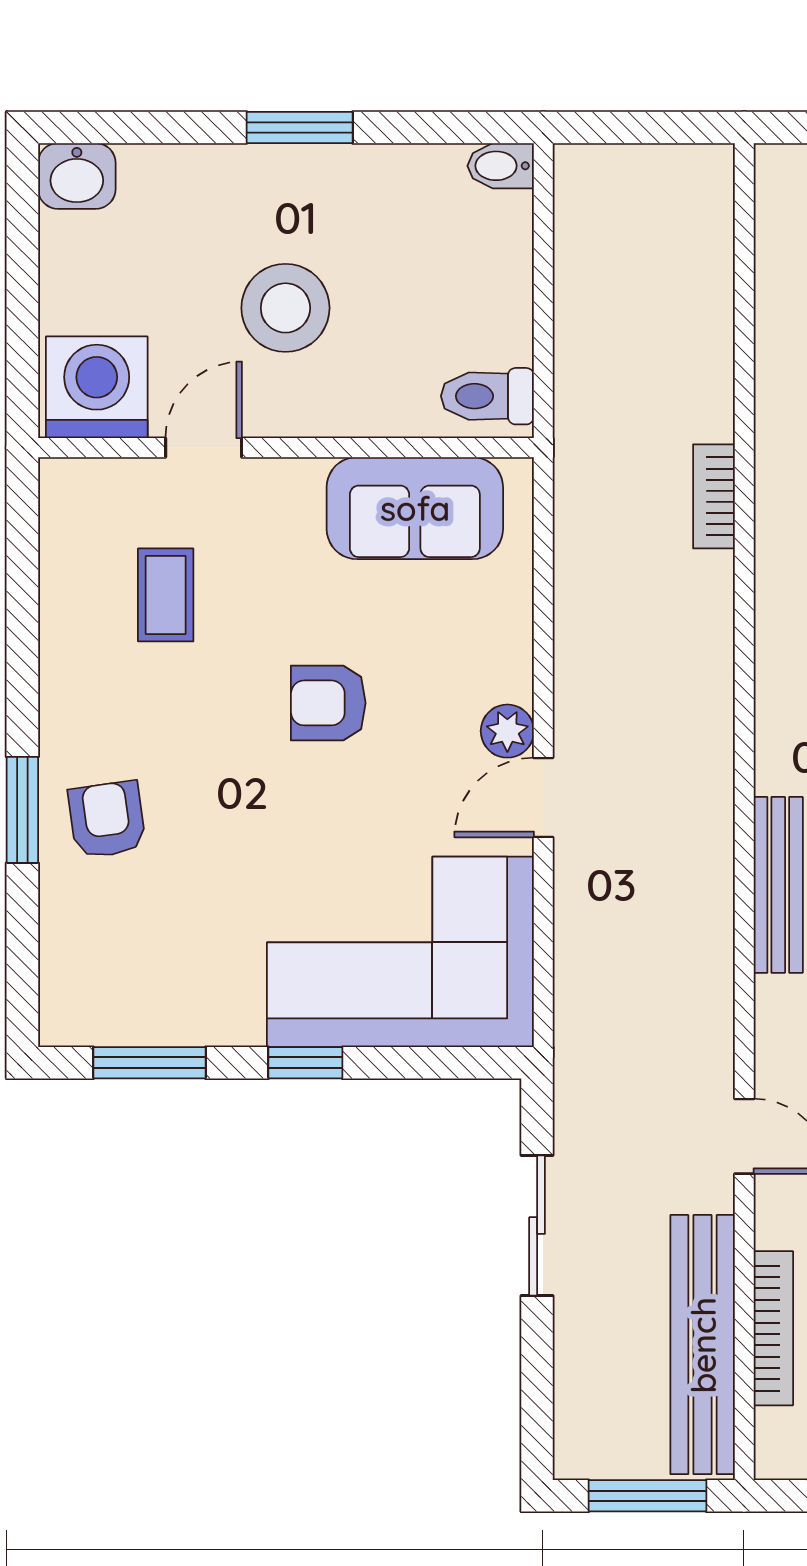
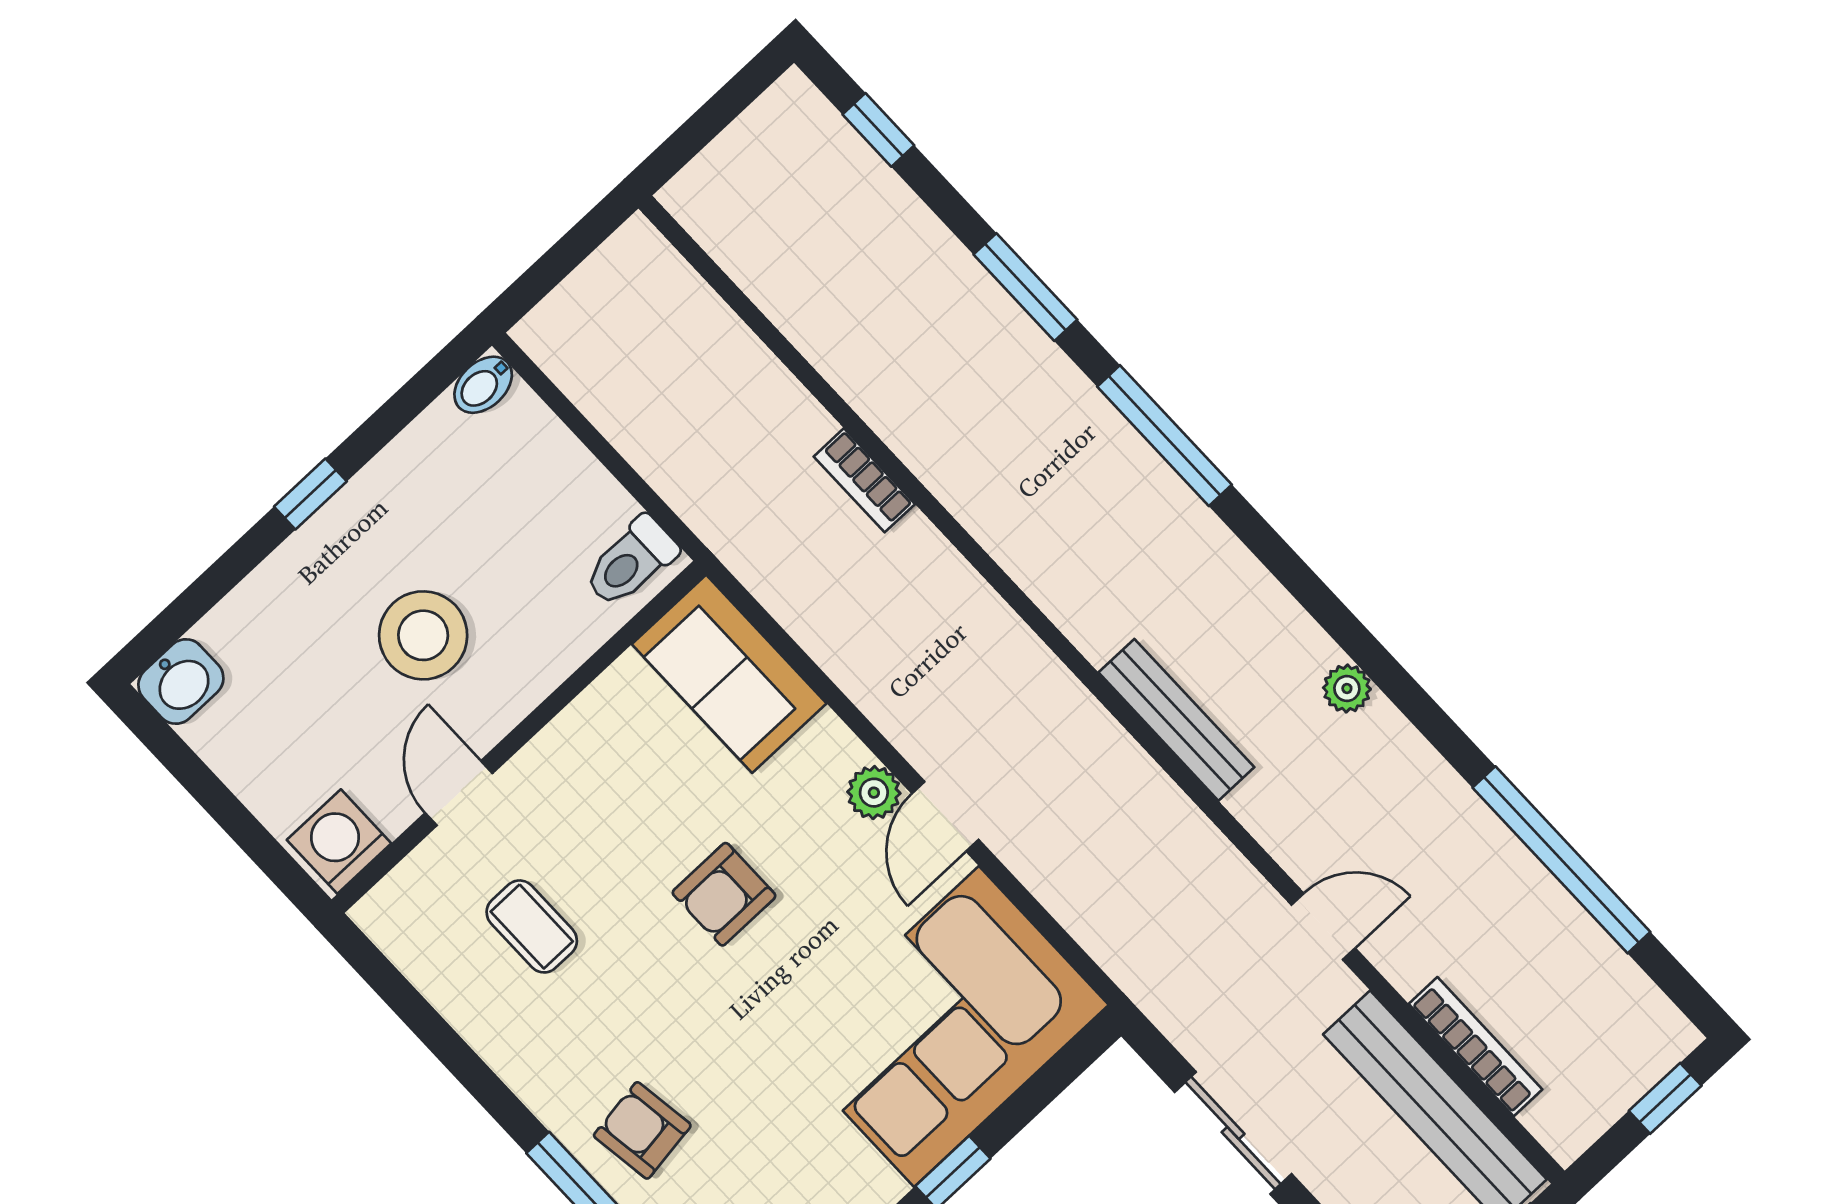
window: (300, 128) -> (310, 494), width x0.67
washing machine: (97, 387) -> (339, 842), width x0.73, depth x0.73
sofa: (415, 508) -> (729, 674), moved, turned 90

